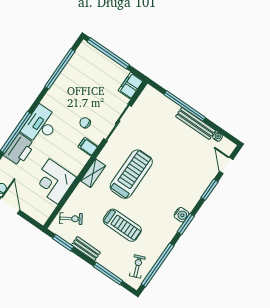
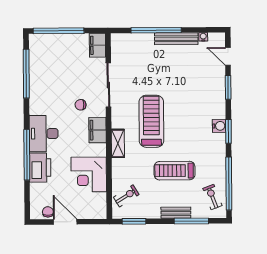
filing cabinet: (88, 147) -> (97, 130), width x2.00
treadmill: (122, 225) -> (174, 171), turned 180
bench: (86, 249) -> (176, 213), moved

